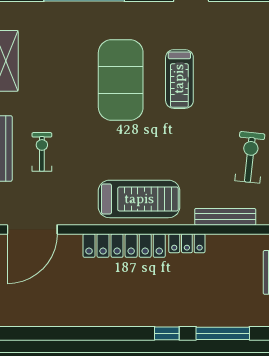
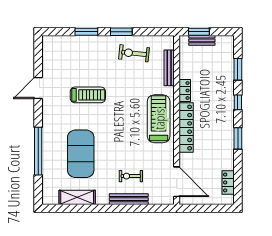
exercise mat: (121, 80) -> (81, 154), moved, turned 90
locker: (31, 317) -> (228, 182), added
window: (106, 333) -> (238, 138), added
window: (223, 333) -> (238, 69), width x0.69

